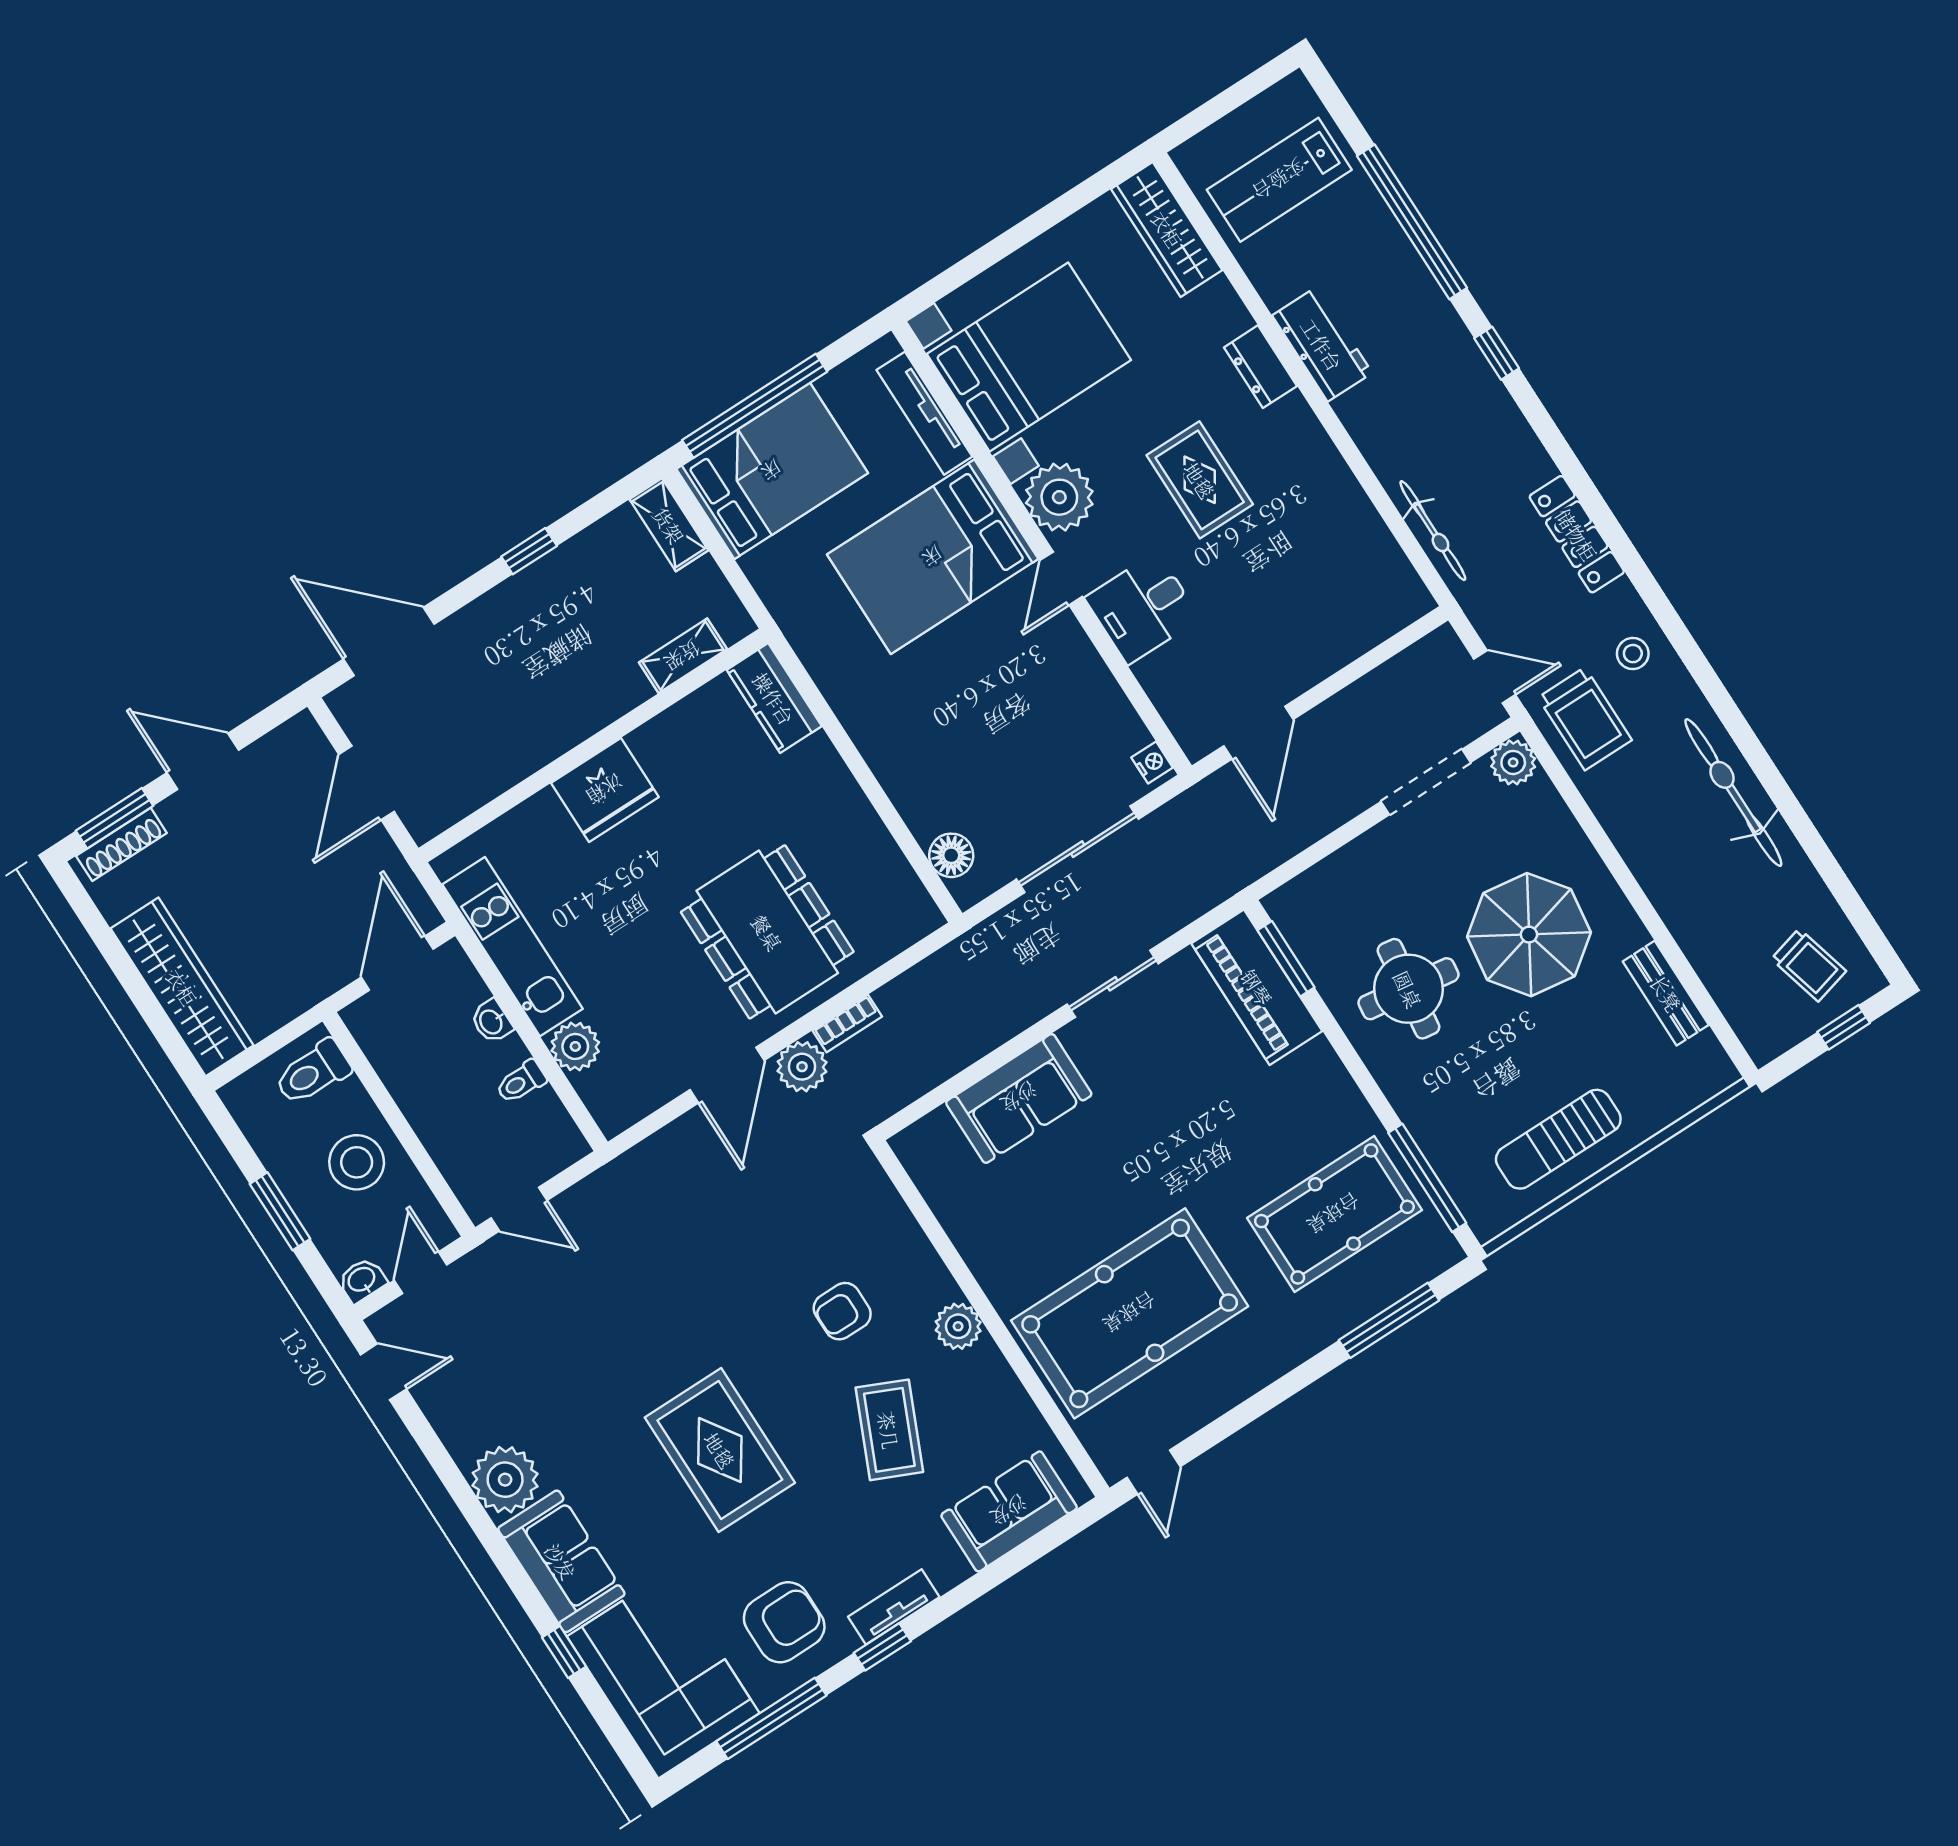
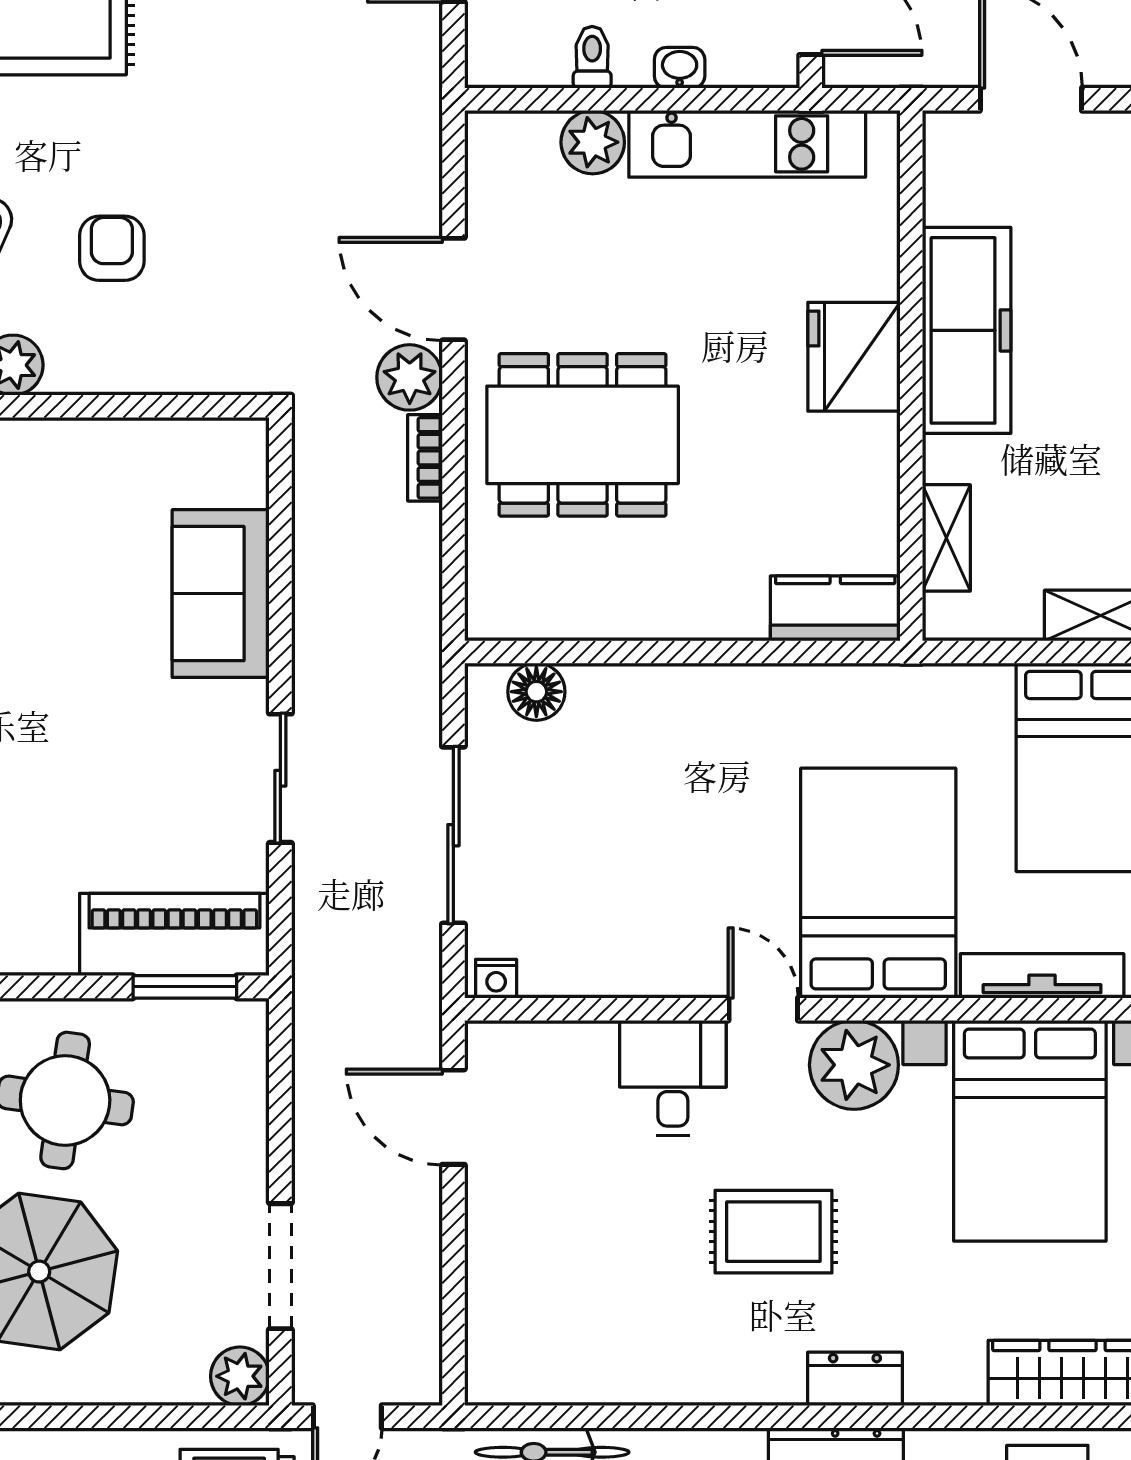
freezer: (541, 729) -> (967, 330), added

